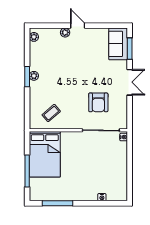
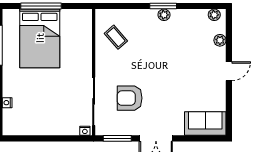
plant: (65, 32) -> (220, 40), moved
window: (130, 49) -> (117, 138), moved
bed: (45, 154) -> (40, 38), moved, turned -90

